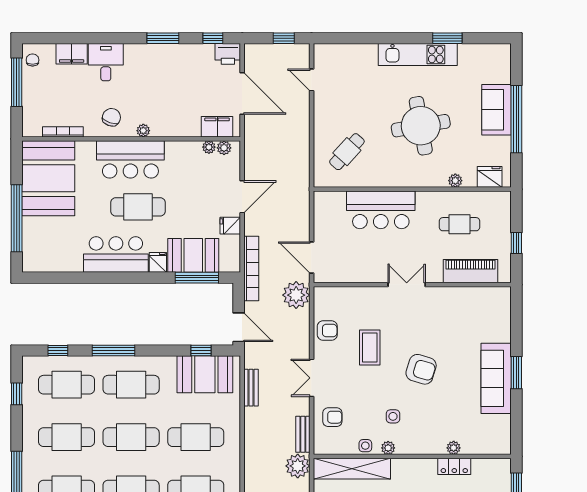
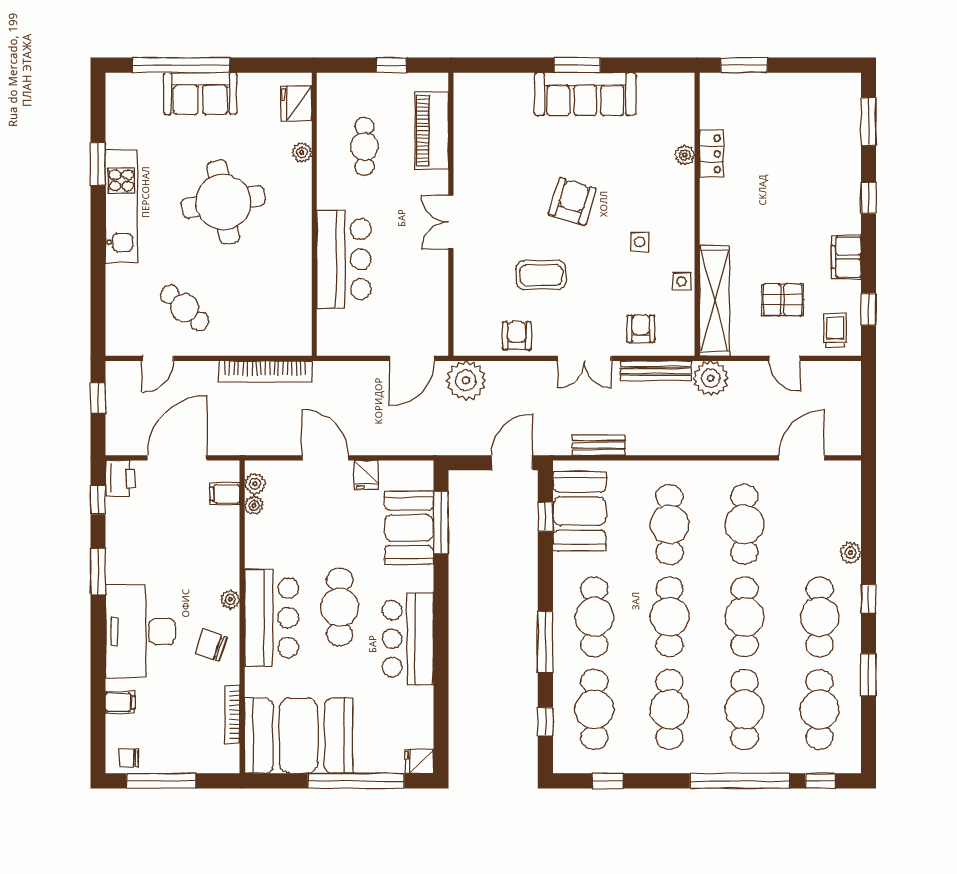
filing cabinet: (72, 54) -> (120, 702), width x0.50
desk: (106, 62) -> (140, 631), width x1.87, depth x1.30
window: (516, 119) -> (181, 65), moved
filing cabinet: (217, 127) -> (225, 494), width x0.50
cafe table: (347, 152) -> (185, 308), moved
fridge: (158, 262) -> (419, 761), moved
bookcase: (251, 269) -> (265, 371), moved, turned 180
bench: (303, 434) -> (656, 371), width x1.36
plant: (388, 448) -> (685, 249), removed

